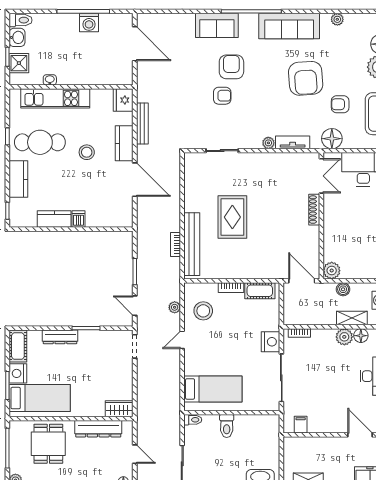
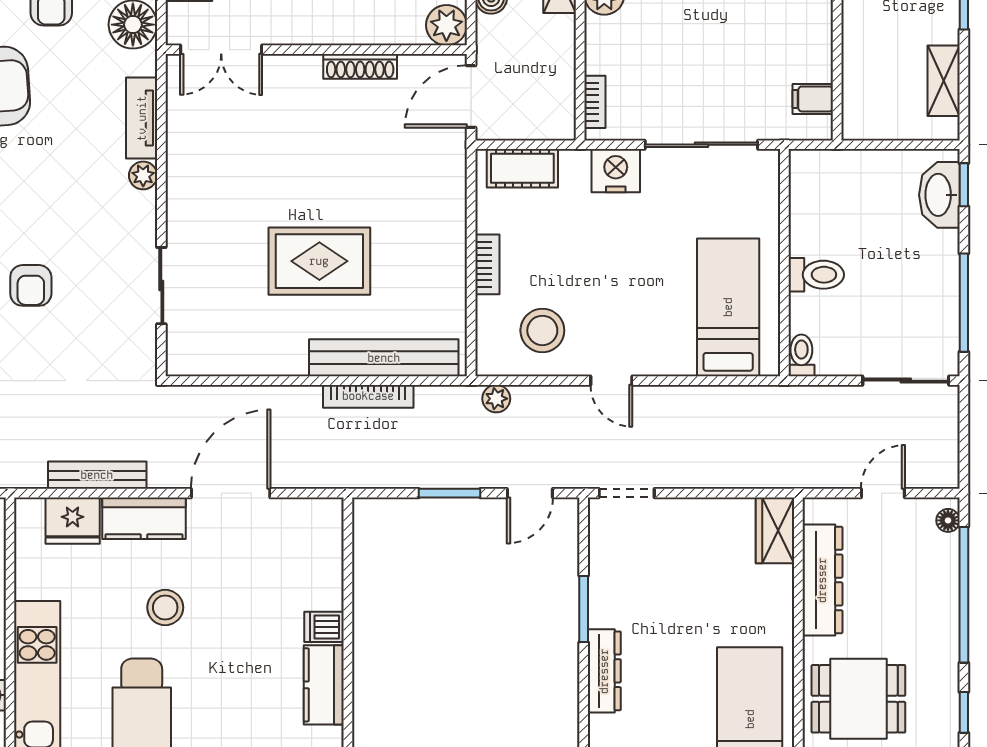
armchair: (222, 96) -> (31, 285), turned 180
fridge: (123, 100) -> (73, 521), moved
double door: (321, 176) -> (221, 50), swing flipped
shoe rack: (314, 210) -> (360, 66), moved
bookcase: (176, 244) -> (368, 396), width x1.56
cot: (260, 291) -> (522, 168), moved, turned 90
plant: (175, 307) -> (496, 399), moved

